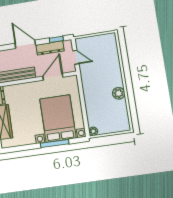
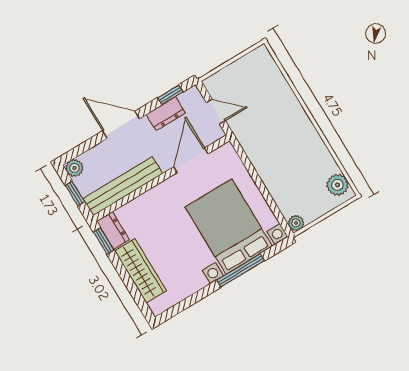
dresser: (50, 48) -> (166, 114), width x0.70
plant: (119, 93) -> (337, 185), moved

